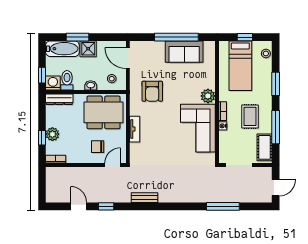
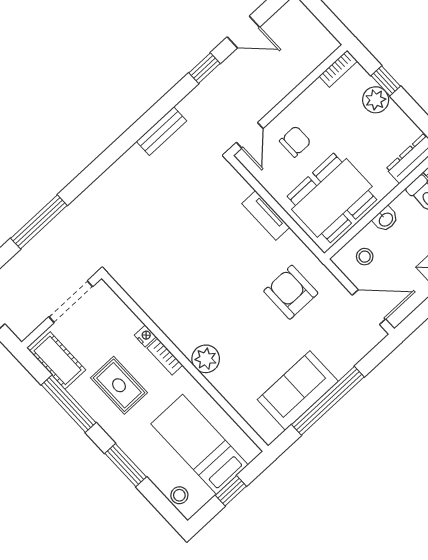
corner sofa: (198, 128) -> (177, 300), removed

